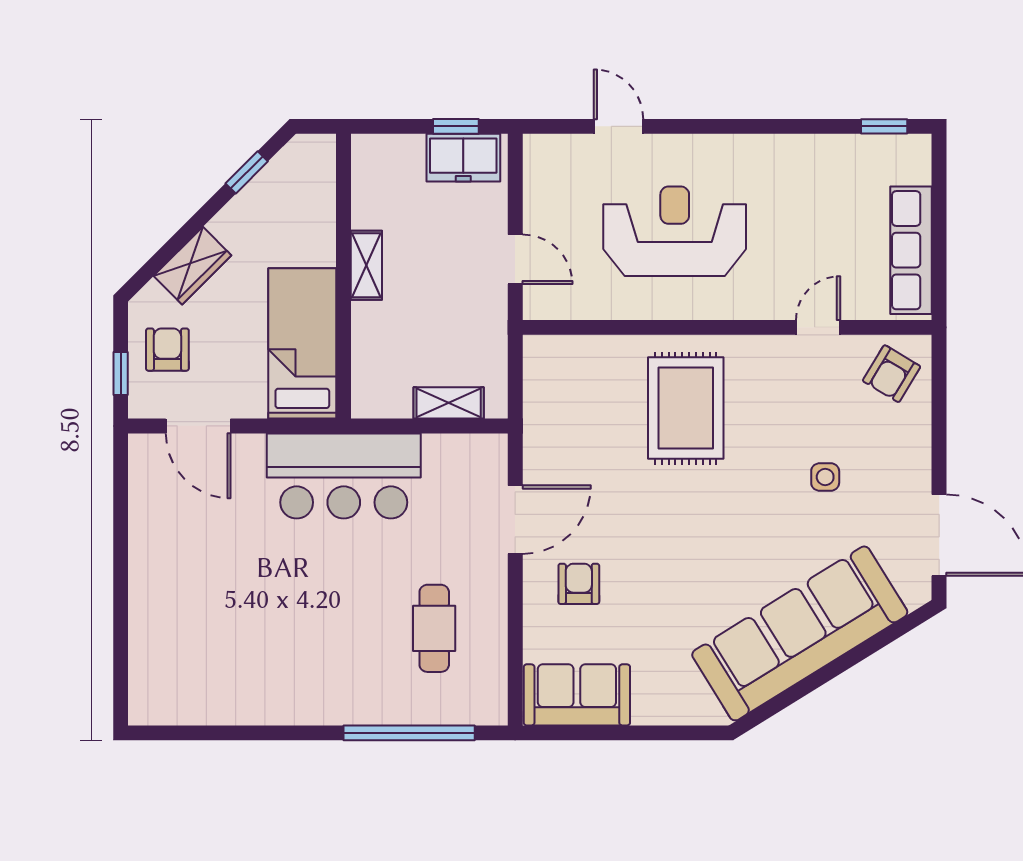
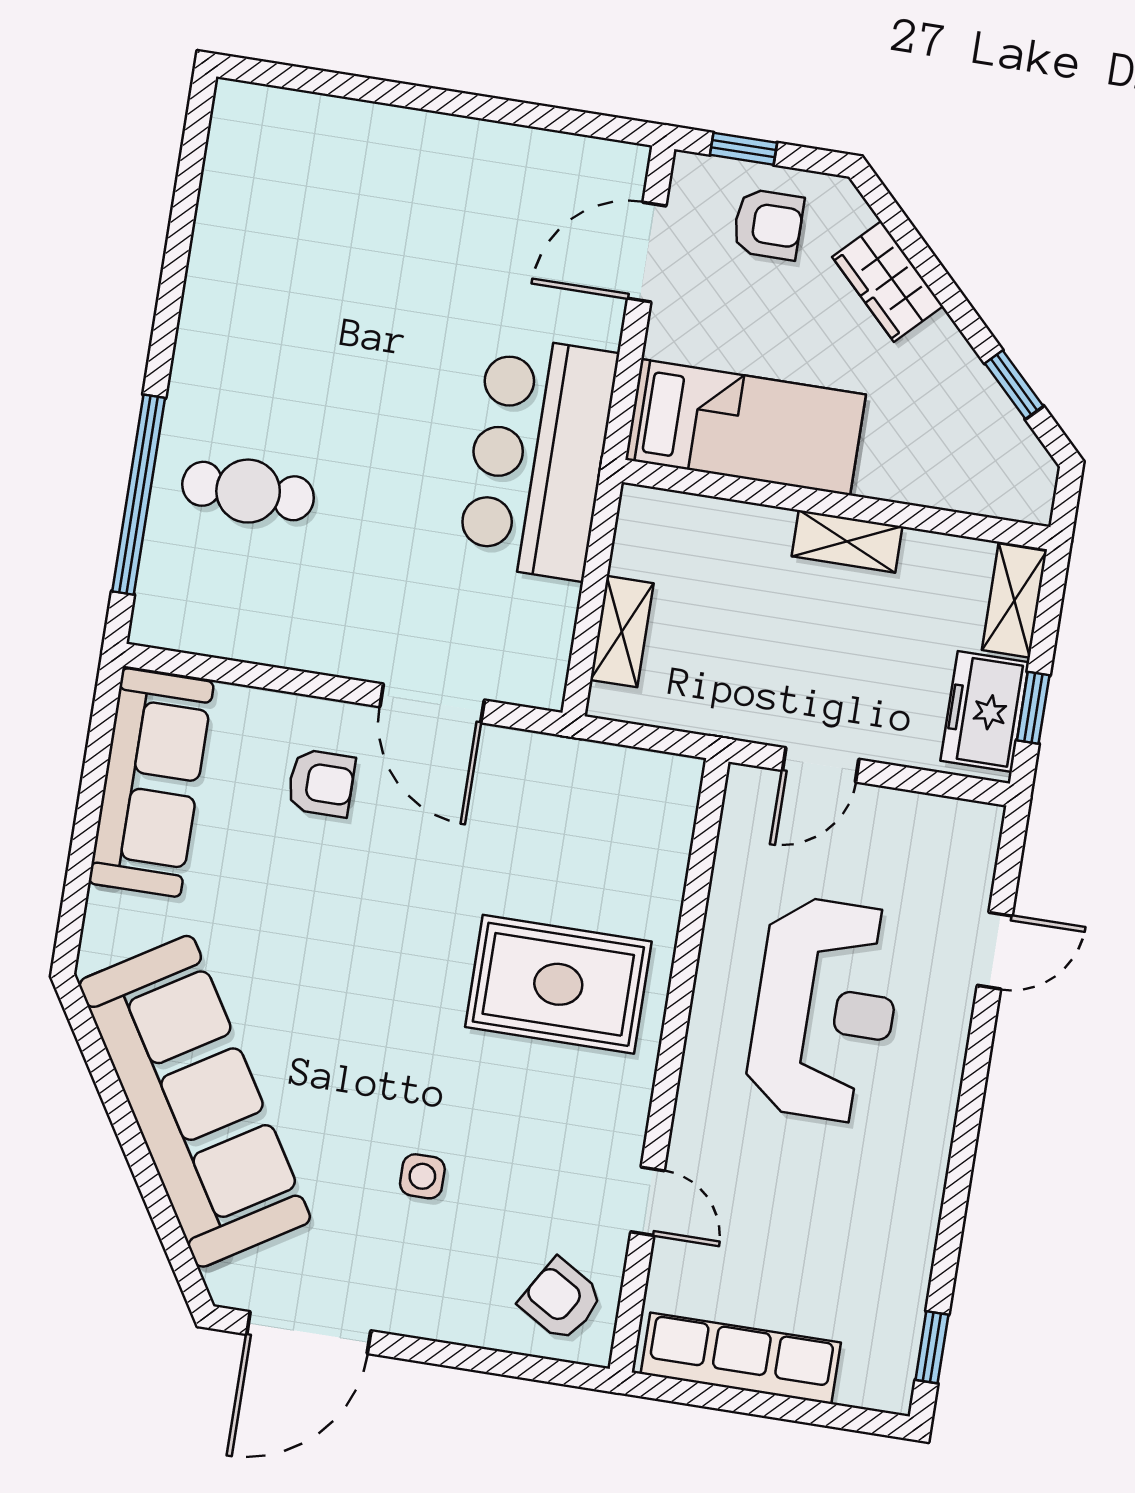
shelving: (388, 150) -> (1014, 601), added
cafe table: (434, 628) -> (248, 491), moved
sofa: (577, 695) -> (151, 783), width x1.36

